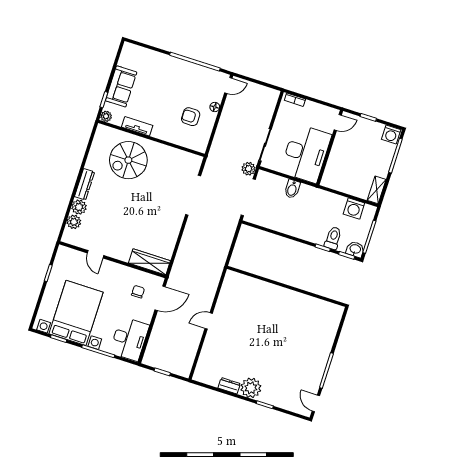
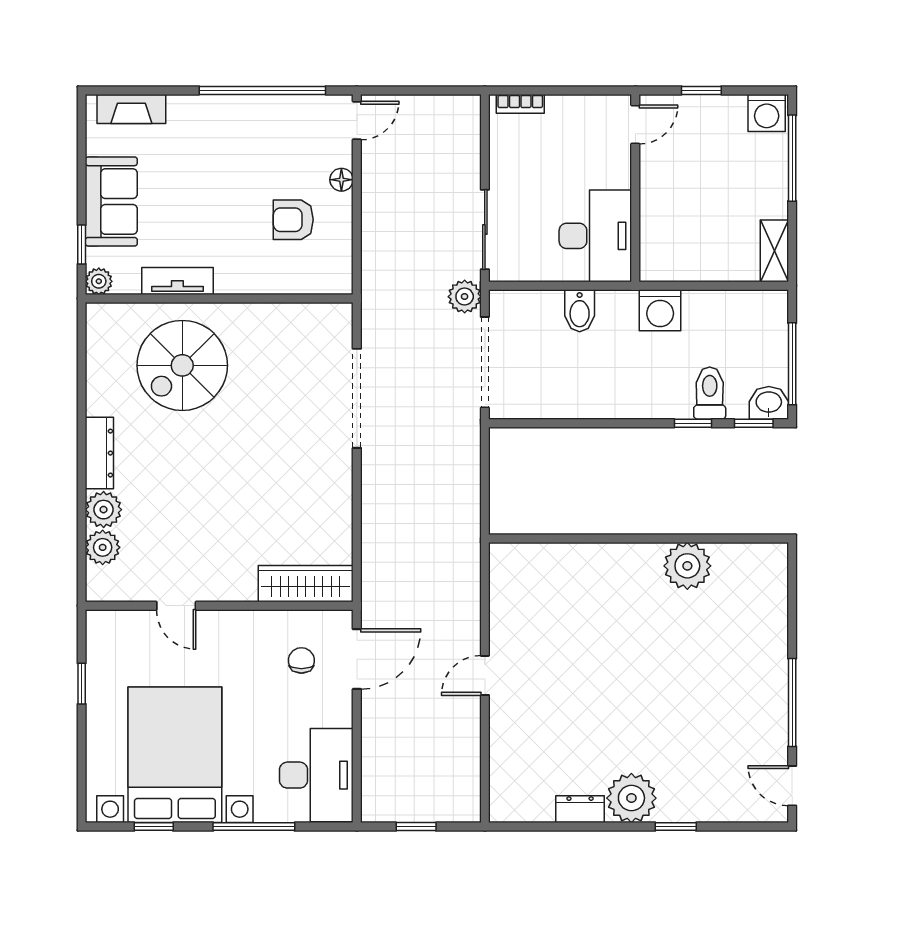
fireplace: (141, 52) -> (131, 109), added
desk: (306, 153) -> (595, 236), width x0.73, depth x0.77
washing machine: (354, 209) -> (660, 310), moved
plant: (302, 303) -> (687, 566), added

